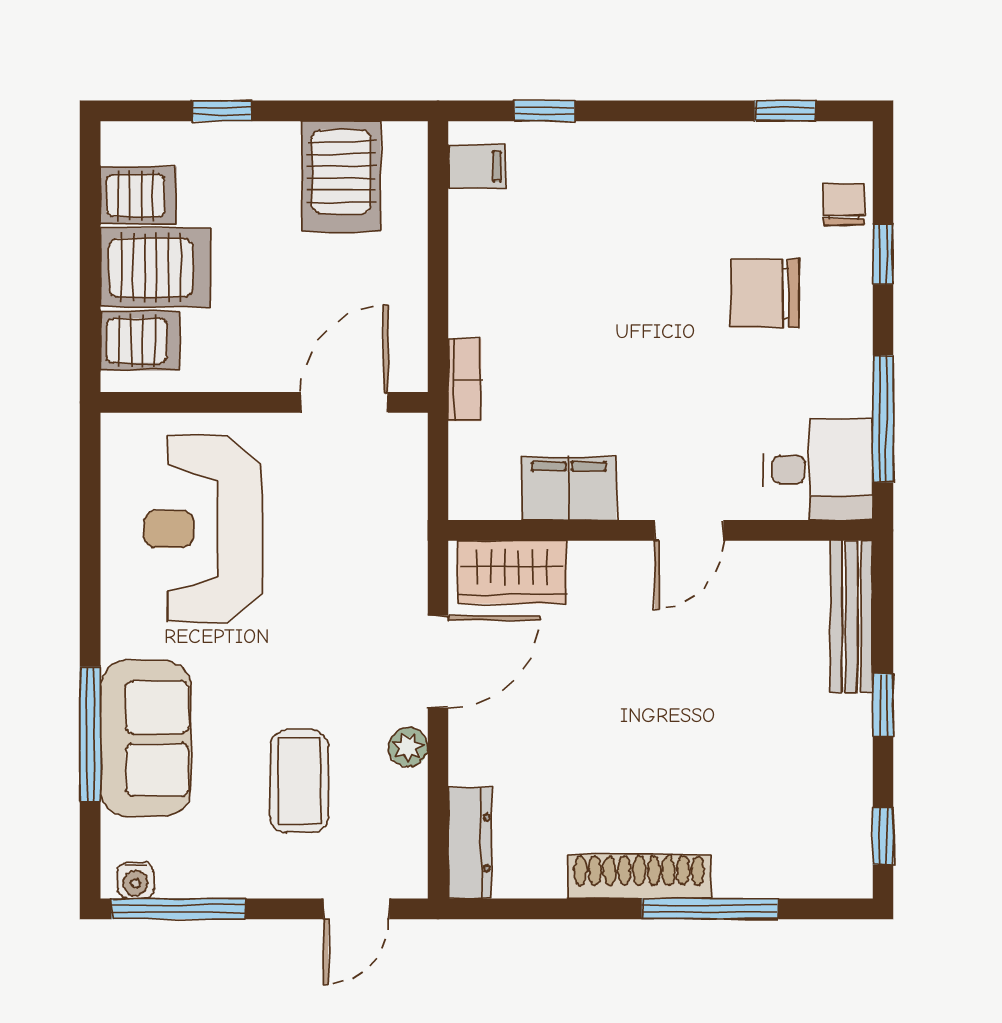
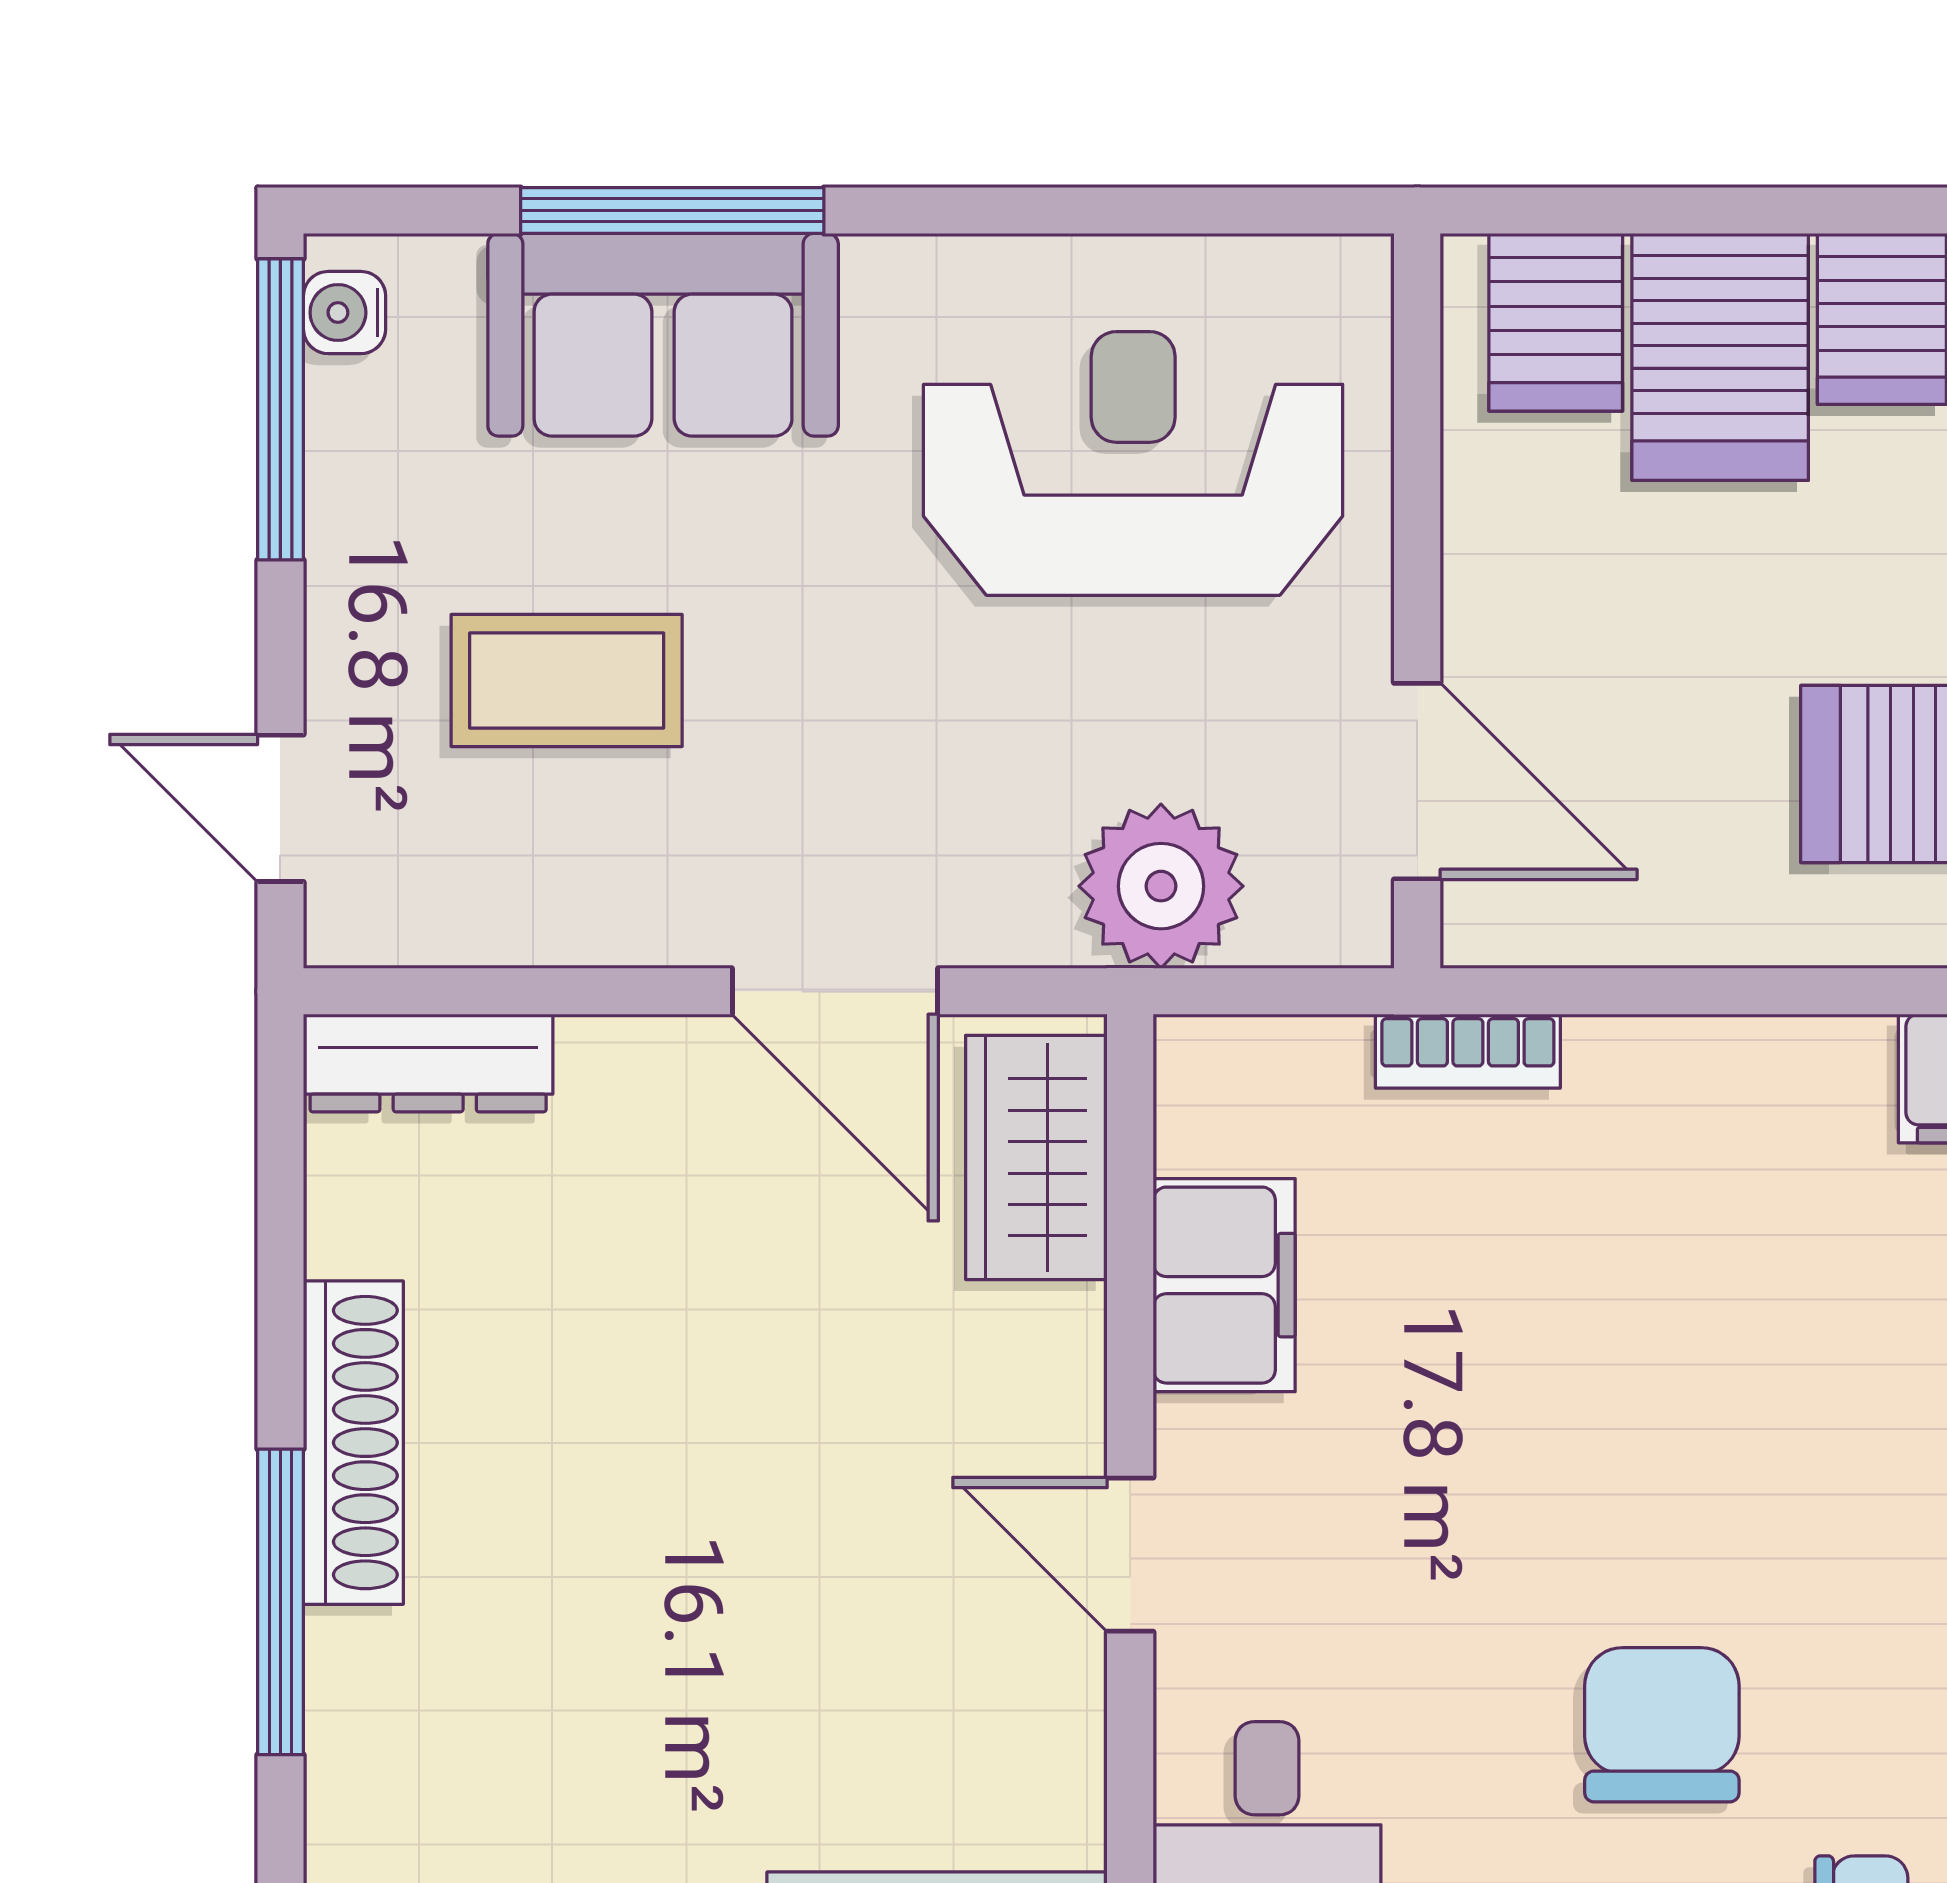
plant: (408, 747) -> (1161, 886), moved, width x1.87, depth x1.87

